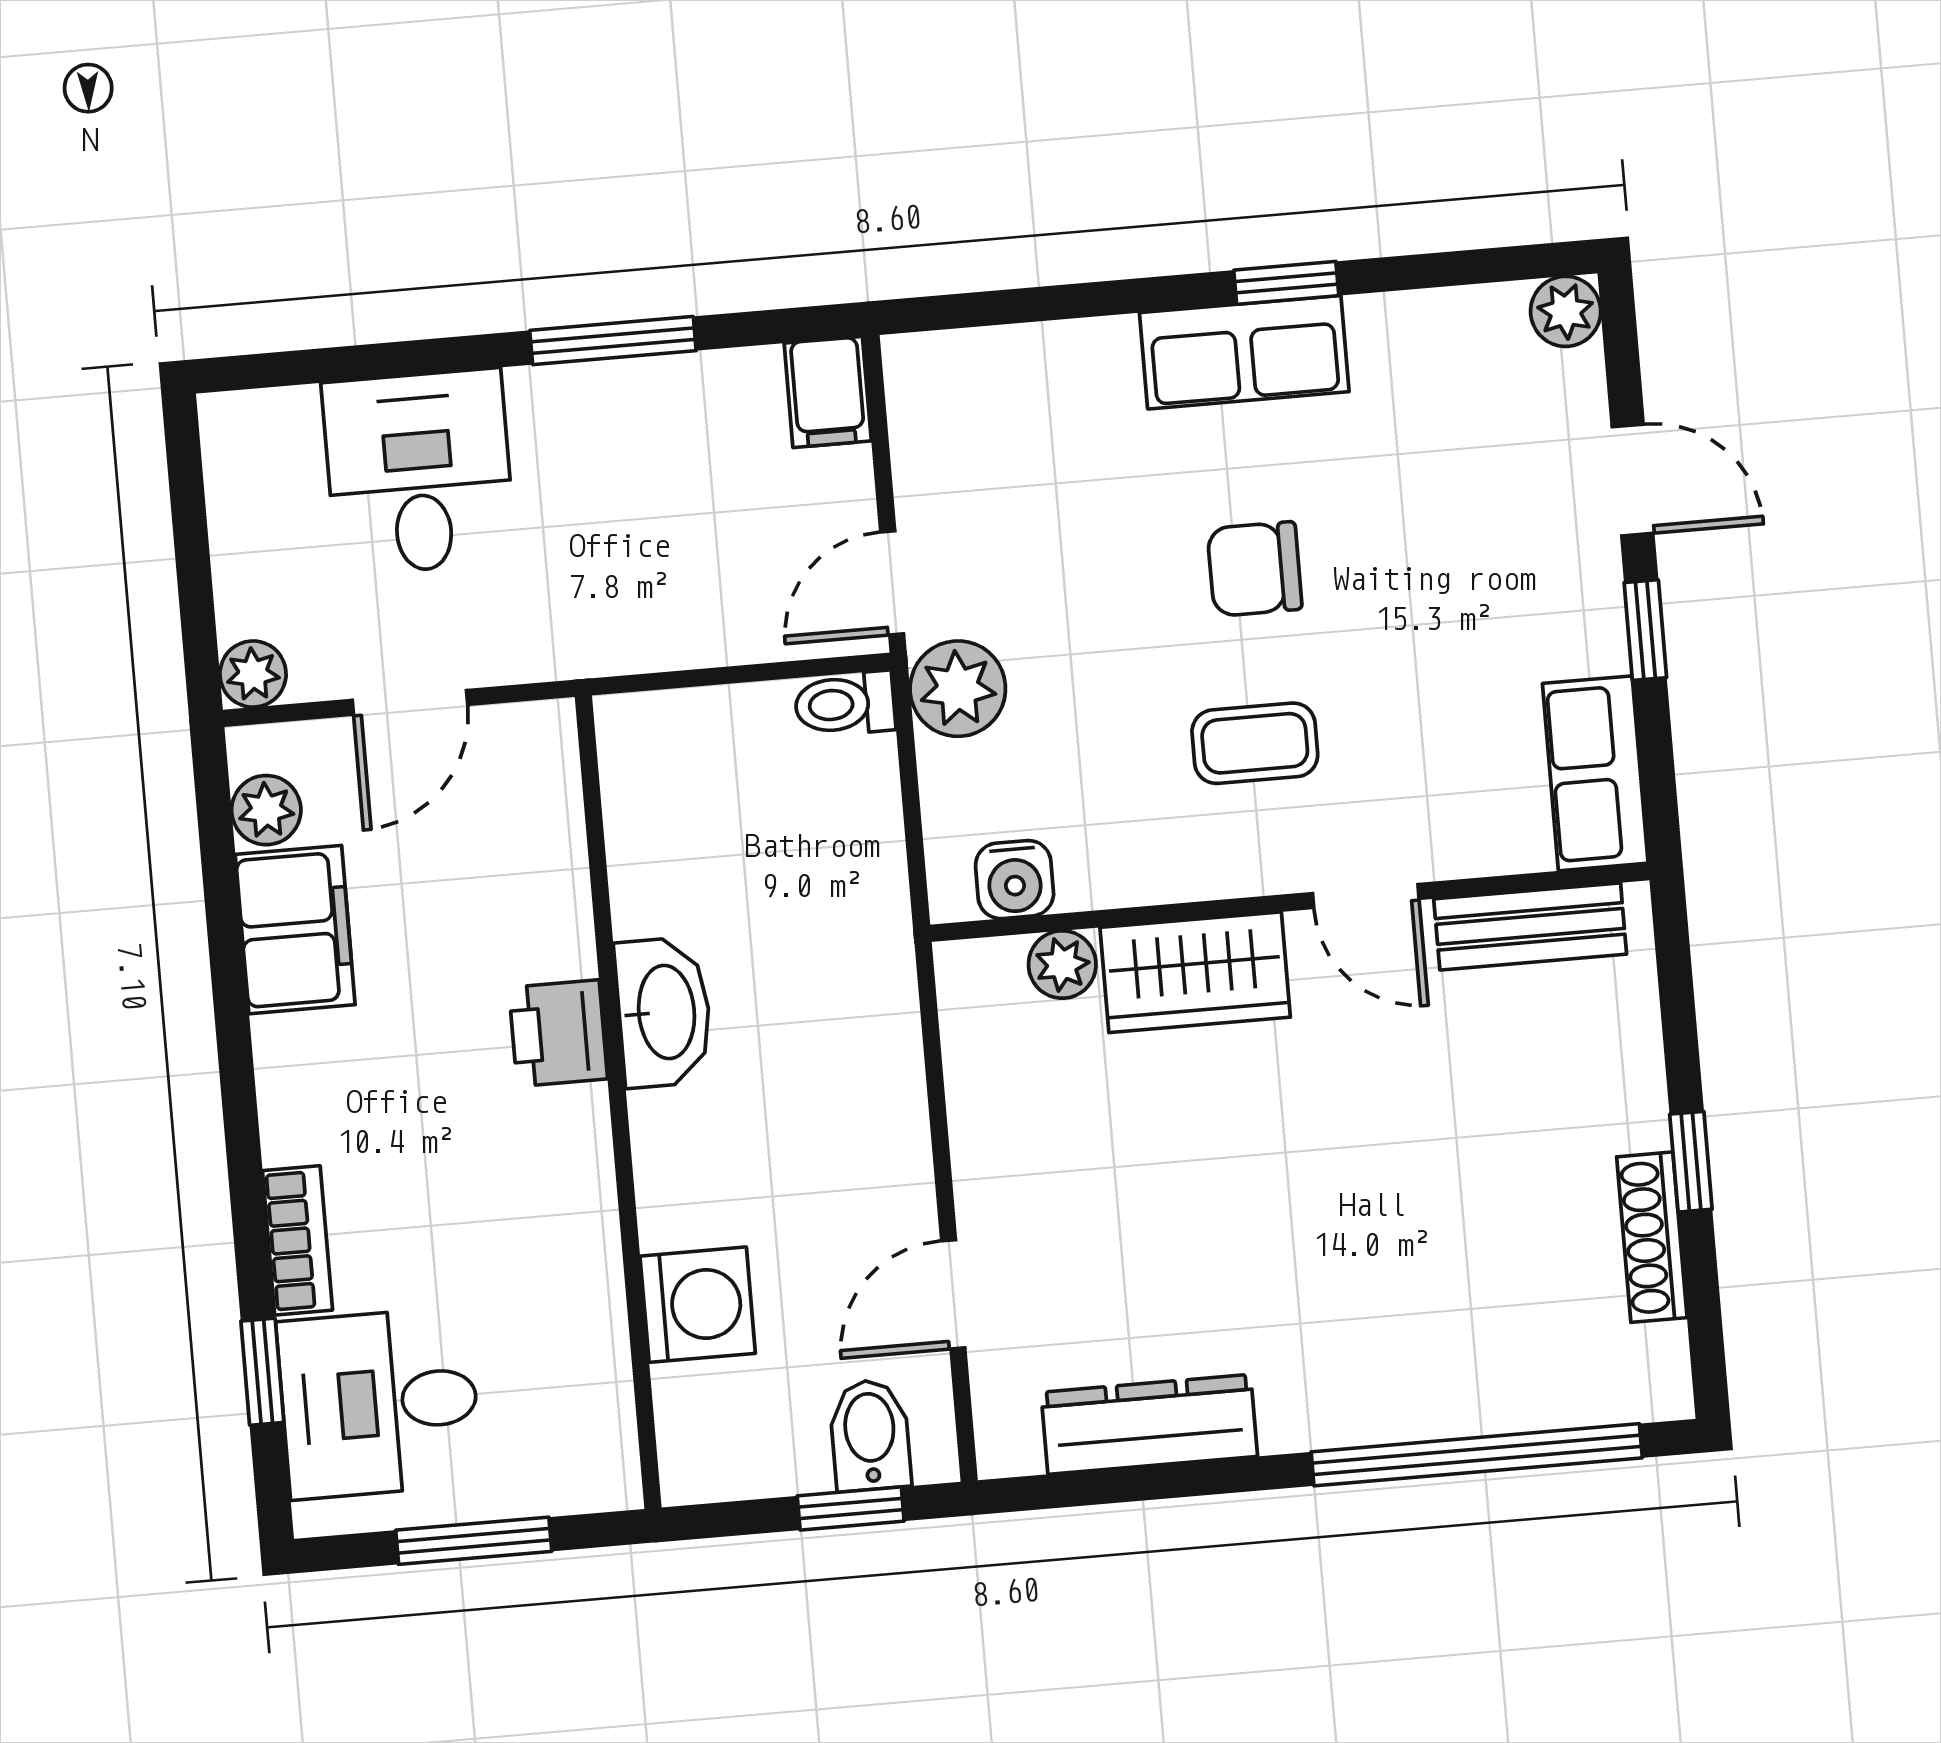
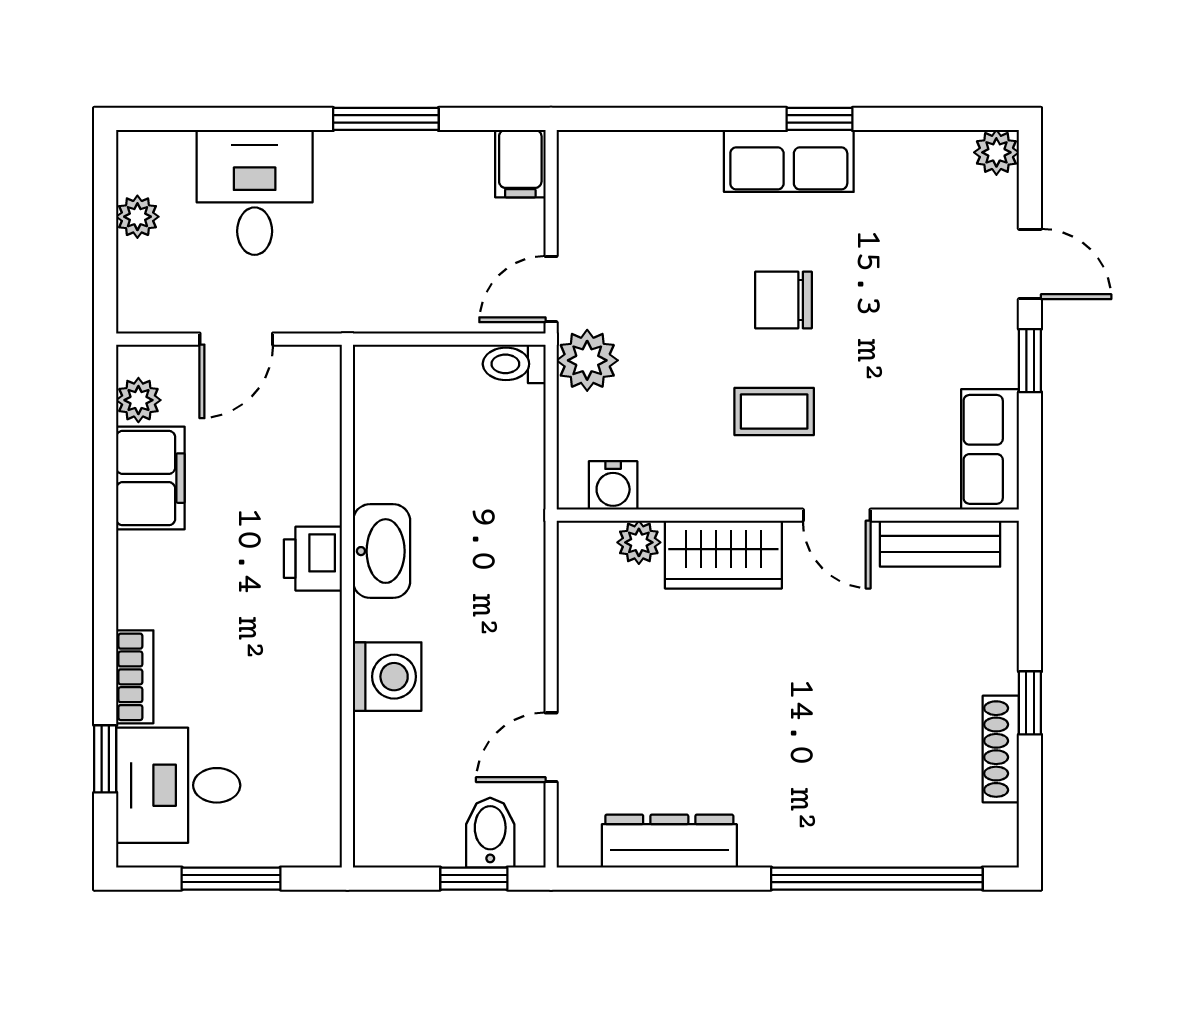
plant: (253, 674) -> (137, 217), moved
washing machine: (698, 1305) -> (387, 677), moved

